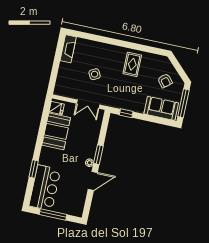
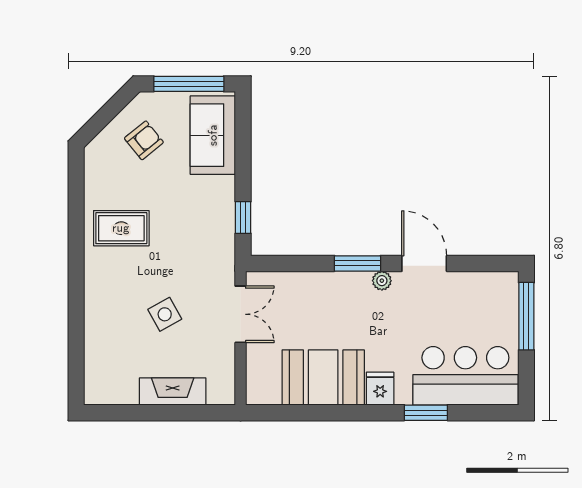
fireplace: (68, 49) -> (173, 391), moved
fridge: (57, 108) -> (380, 389), moved
window: (53, 215) -> (526, 316), moved

